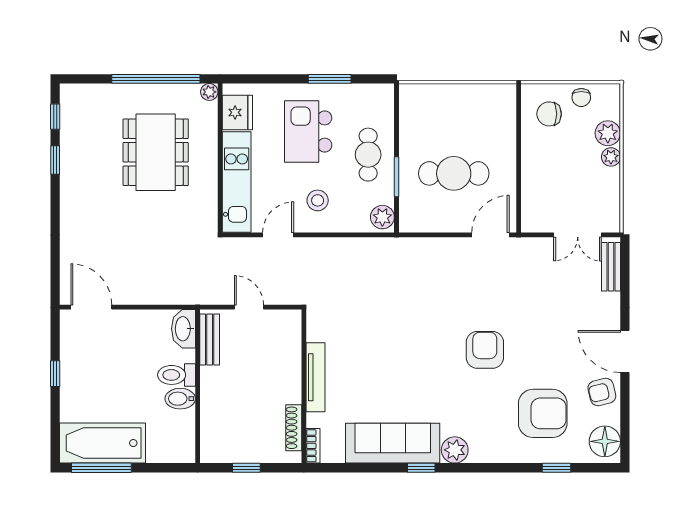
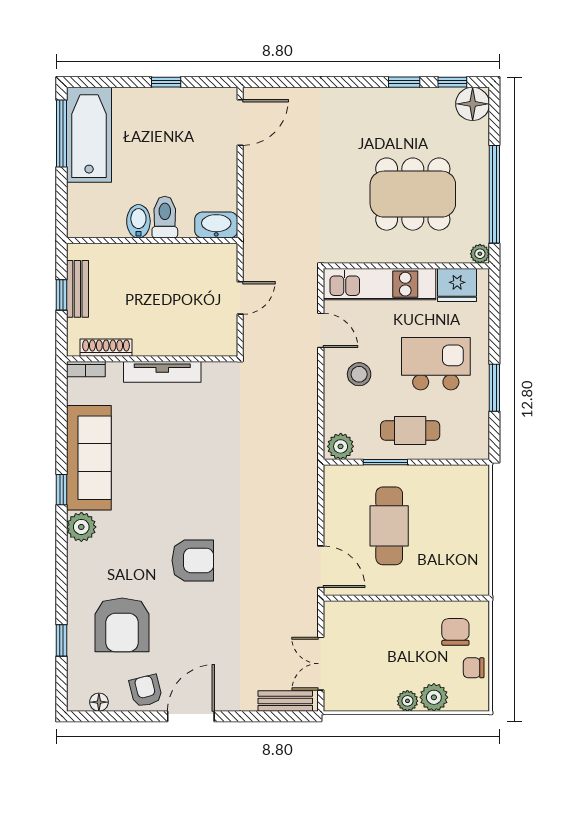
floor lamp: (75, 98) -> (473, 104), added
bench: (210, 340) -> (77, 289), moved, turned 90
floor lamp: (605, 441) -> (99, 702), width x0.53, depth x0.53

